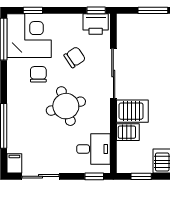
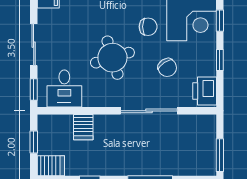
window: (96, 10) -> (220, 60), moved
server rack: (132, 111) -> (107, 132), removed
sliding door: (40, 176) -> (34, 45), moved

